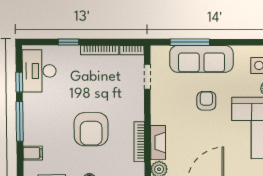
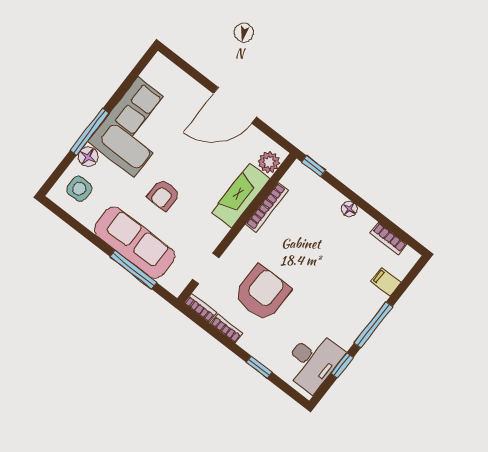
bookcase: (100, 50) -> (227, 329), width x0.64
armchair: (91, 129) -> (262, 293), moved
fireplace: (158, 143) -> (241, 196), width x1.37, depth x1.32

